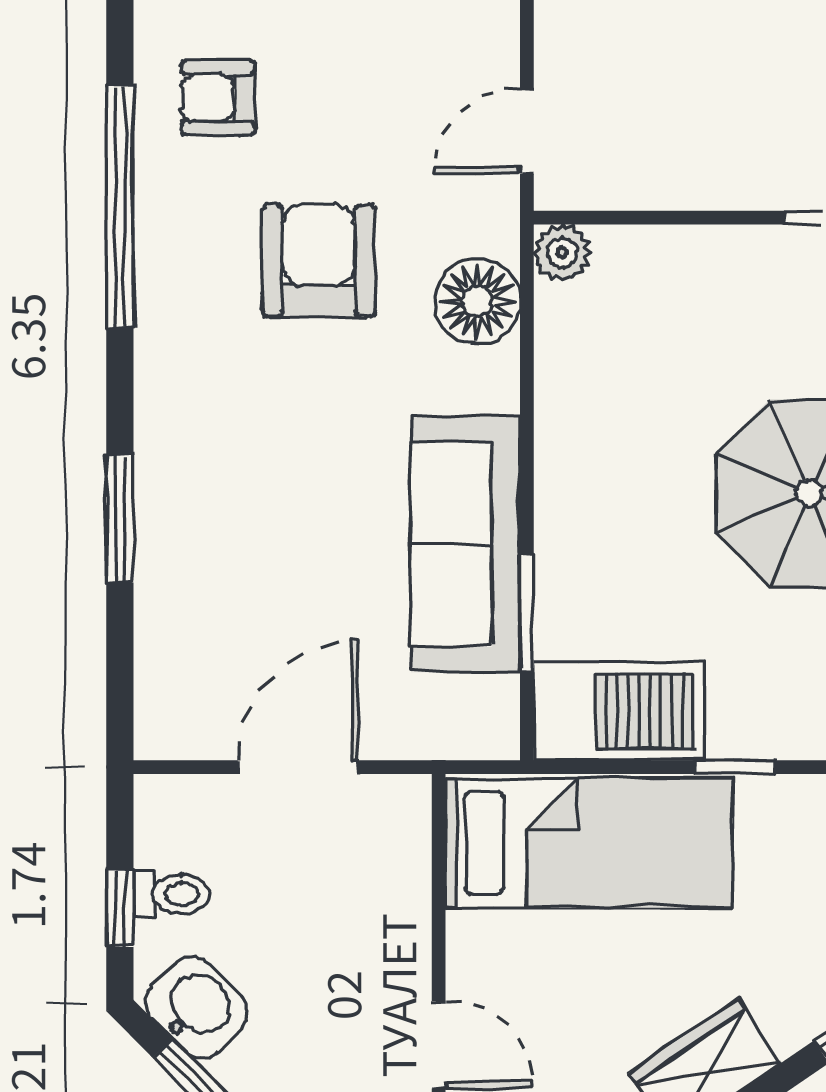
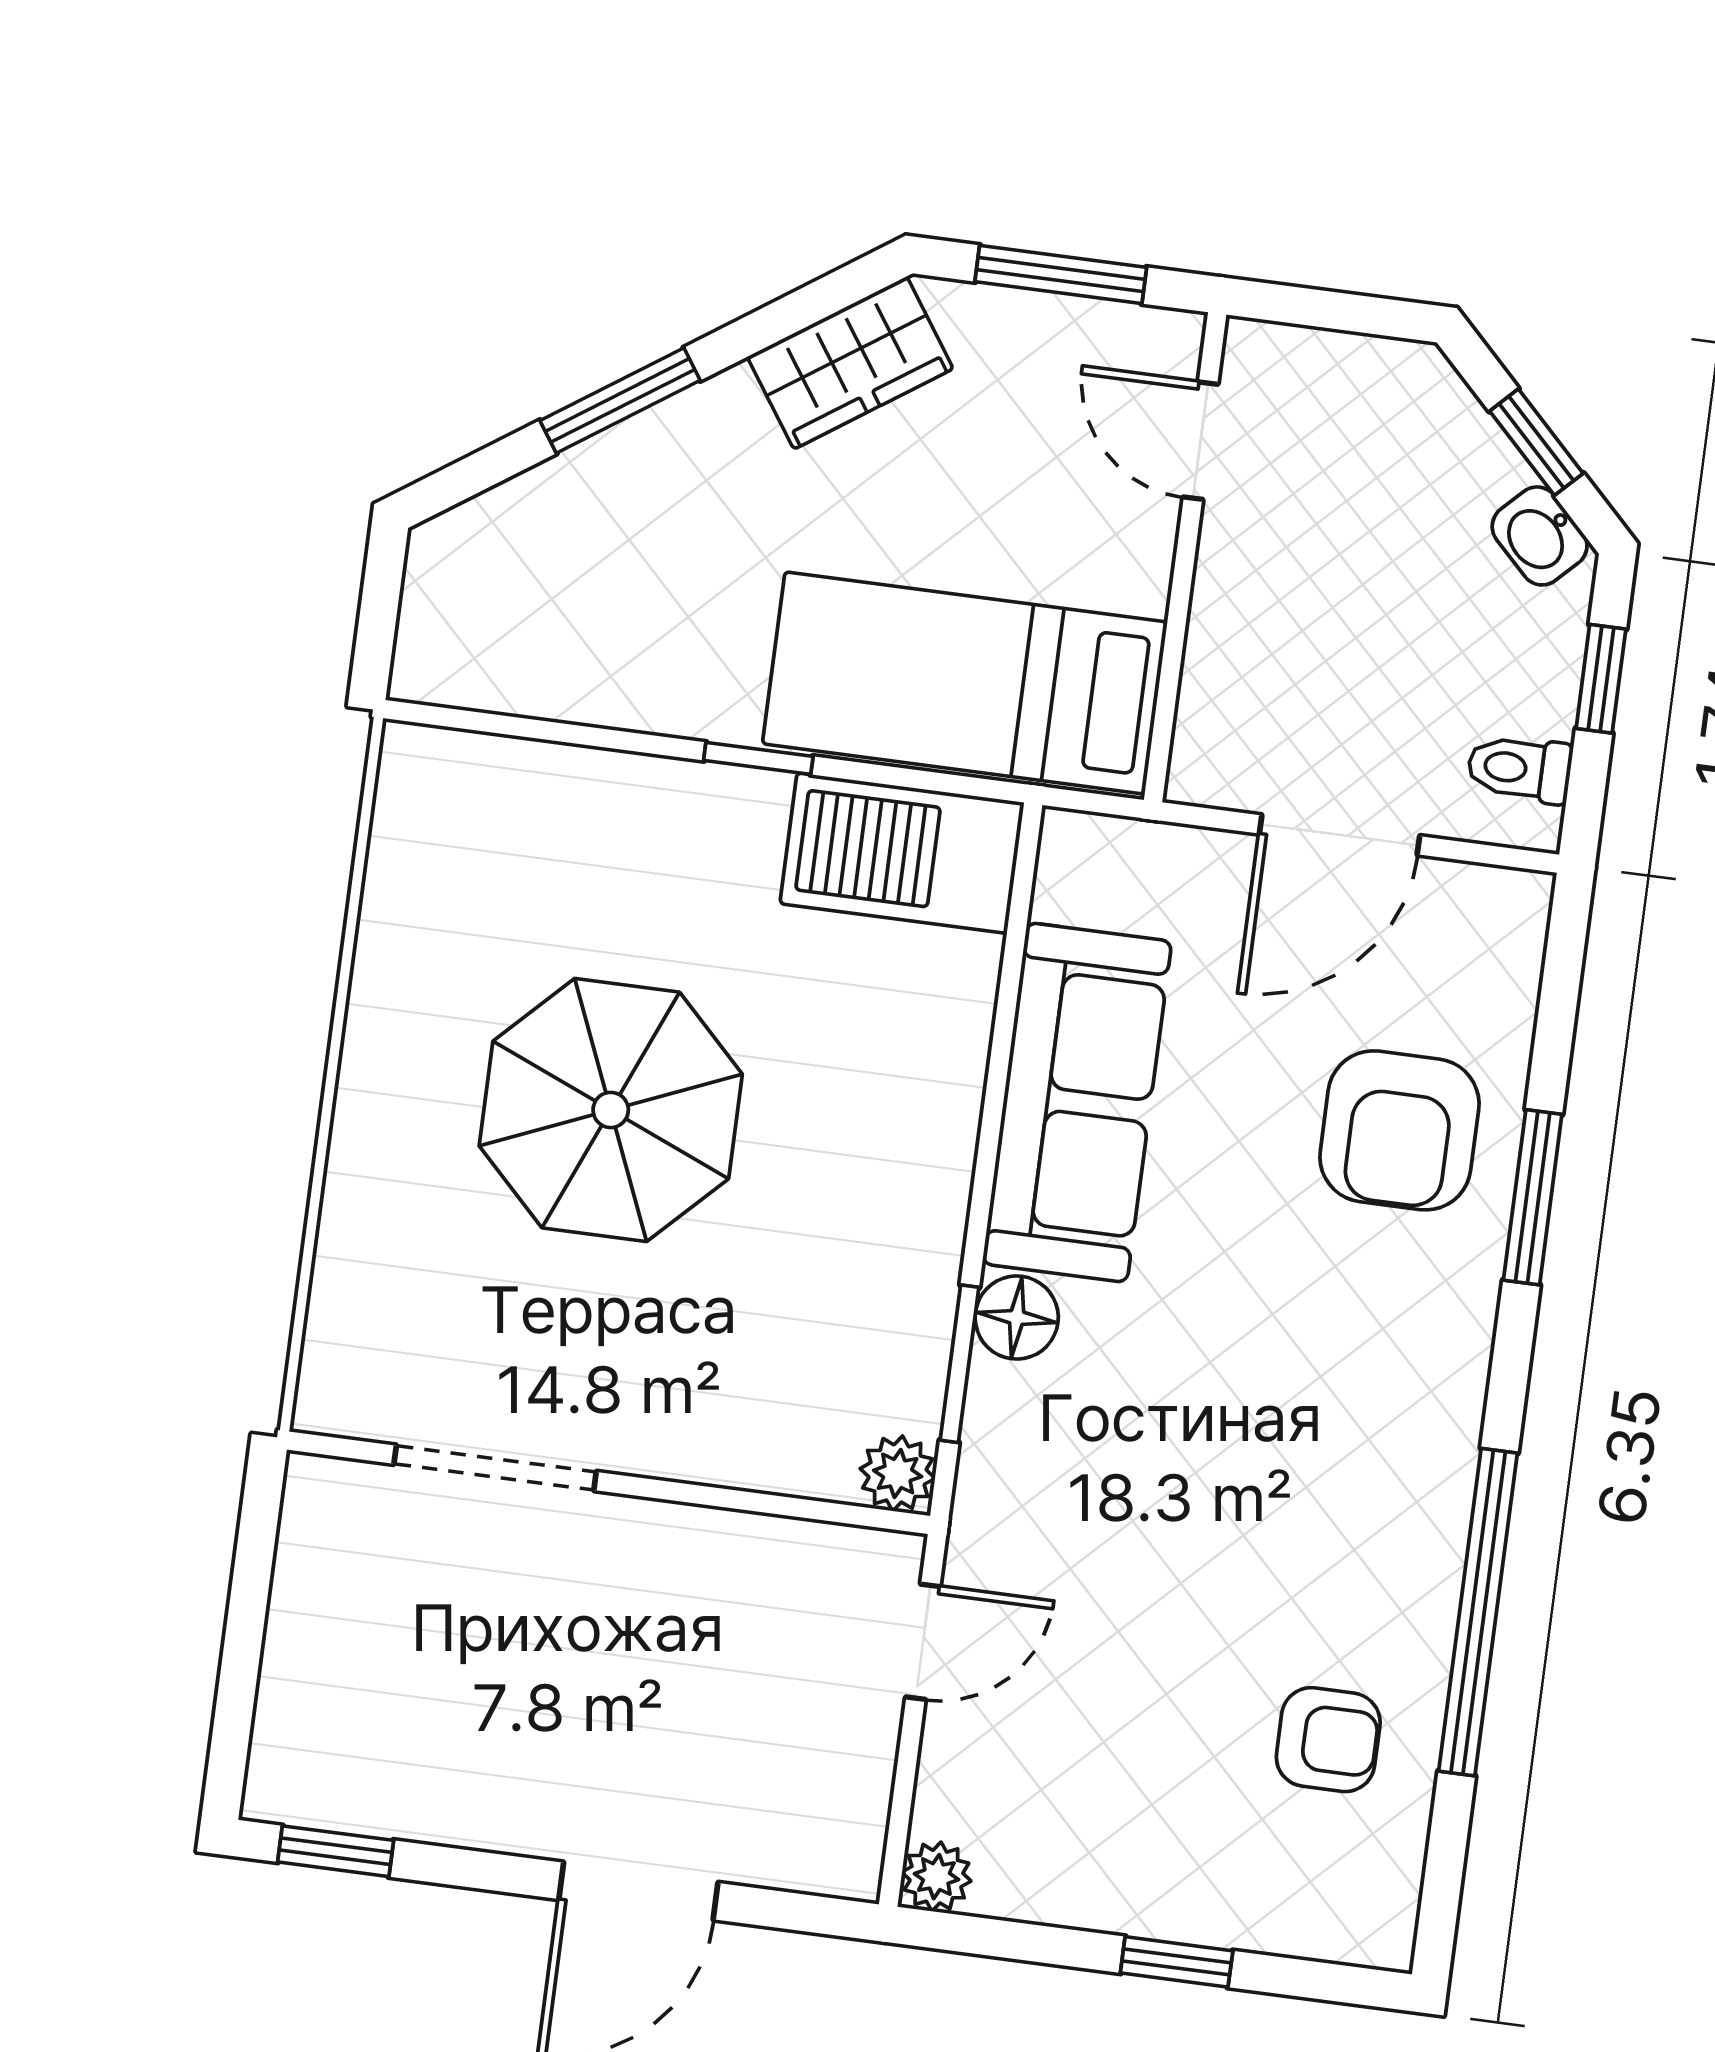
armchair: (319, 260) -> (1399, 1130), moved
floor lamp: (478, 301) -> (1017, 1318), moved, width x0.73, depth x0.73
window: (527, 612) -> (959, 1364), moved
toilet: (171, 894) -> (1520, 769), moved
washbasin: (197, 1008) -> (1540, 536), width x0.72, depth x0.69

